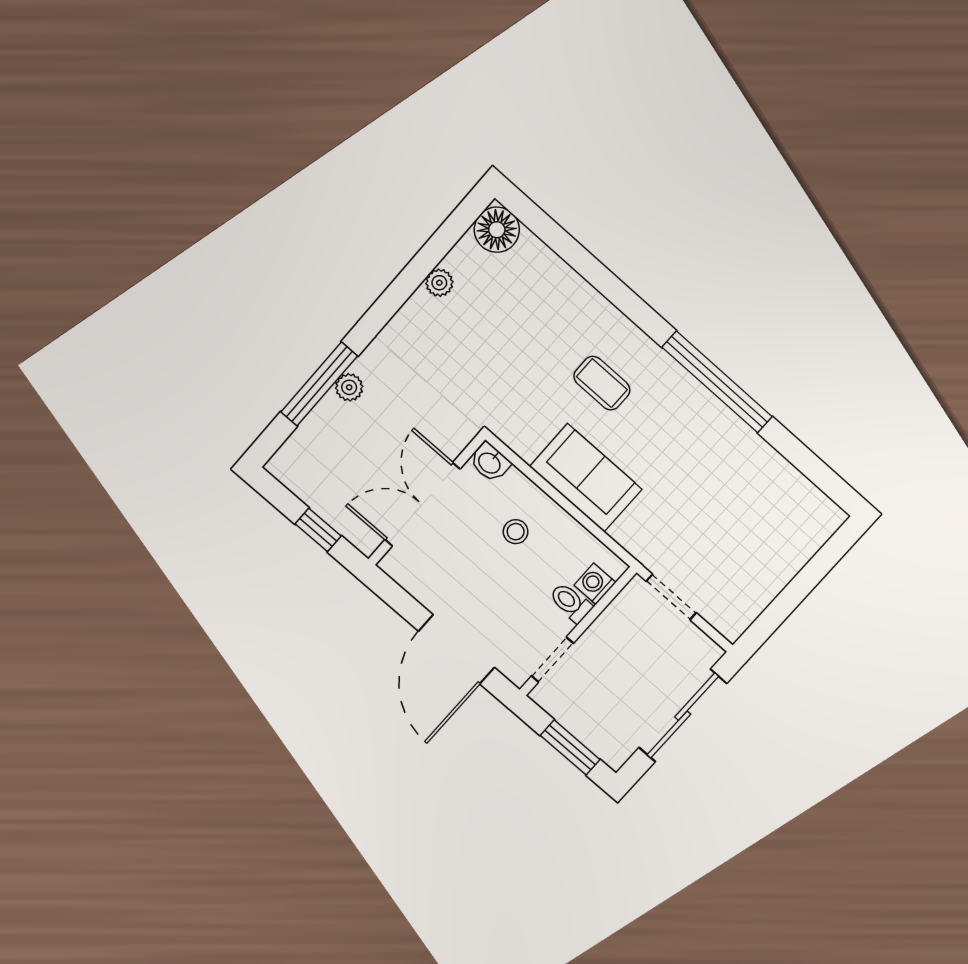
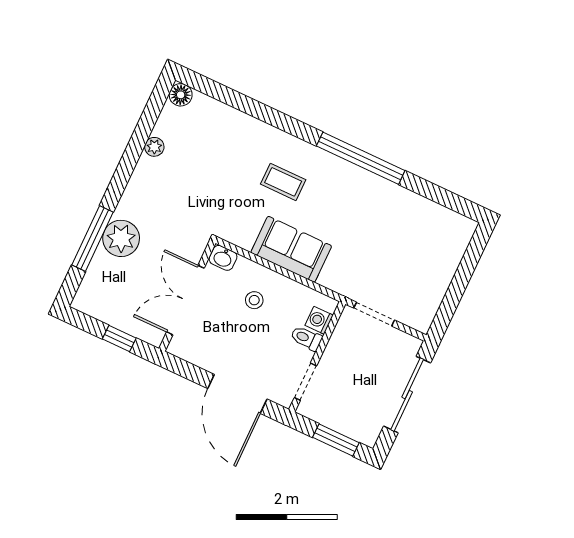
floor lamp: (497, 230) -> (181, 95), width x0.73, depth x0.73
plant: (349, 387) -> (121, 238), width x1.88, depth x1.88

